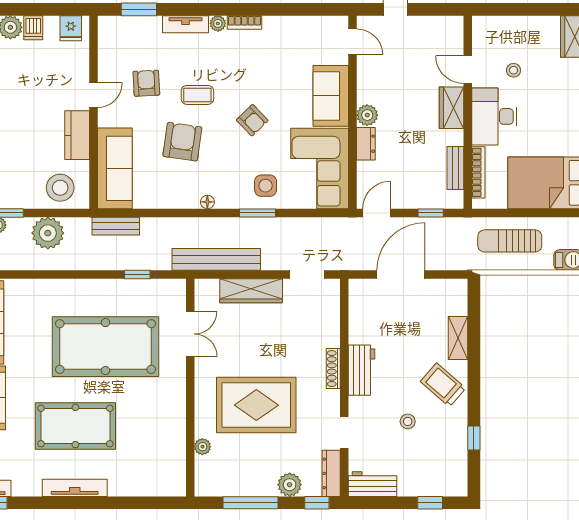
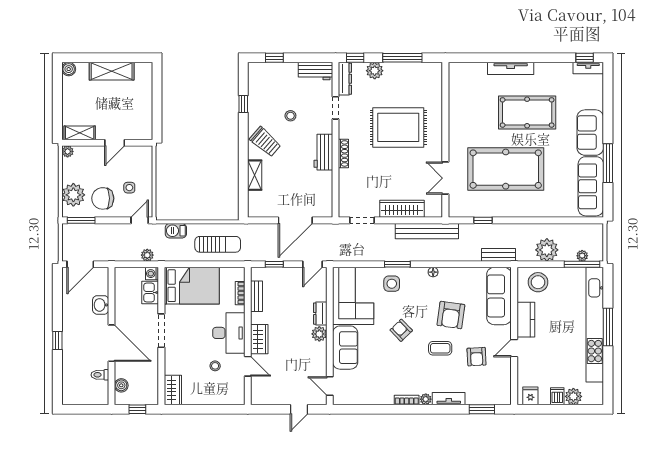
bookcase: (478, 172) -> (240, 293), width x0.64
plant: (202, 447) -> (437, 98), removed
tv unit: (75, 488) -> (511, 68), moved

